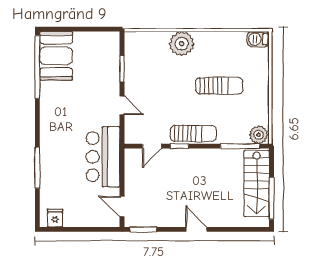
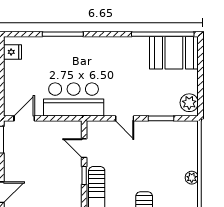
plant: (106, 40) -> (189, 103), added
plant: (182, 44) -> (192, 178), width x0.53, depth x0.53
door: (122, 105) -> (125, 118), hinge flipped

